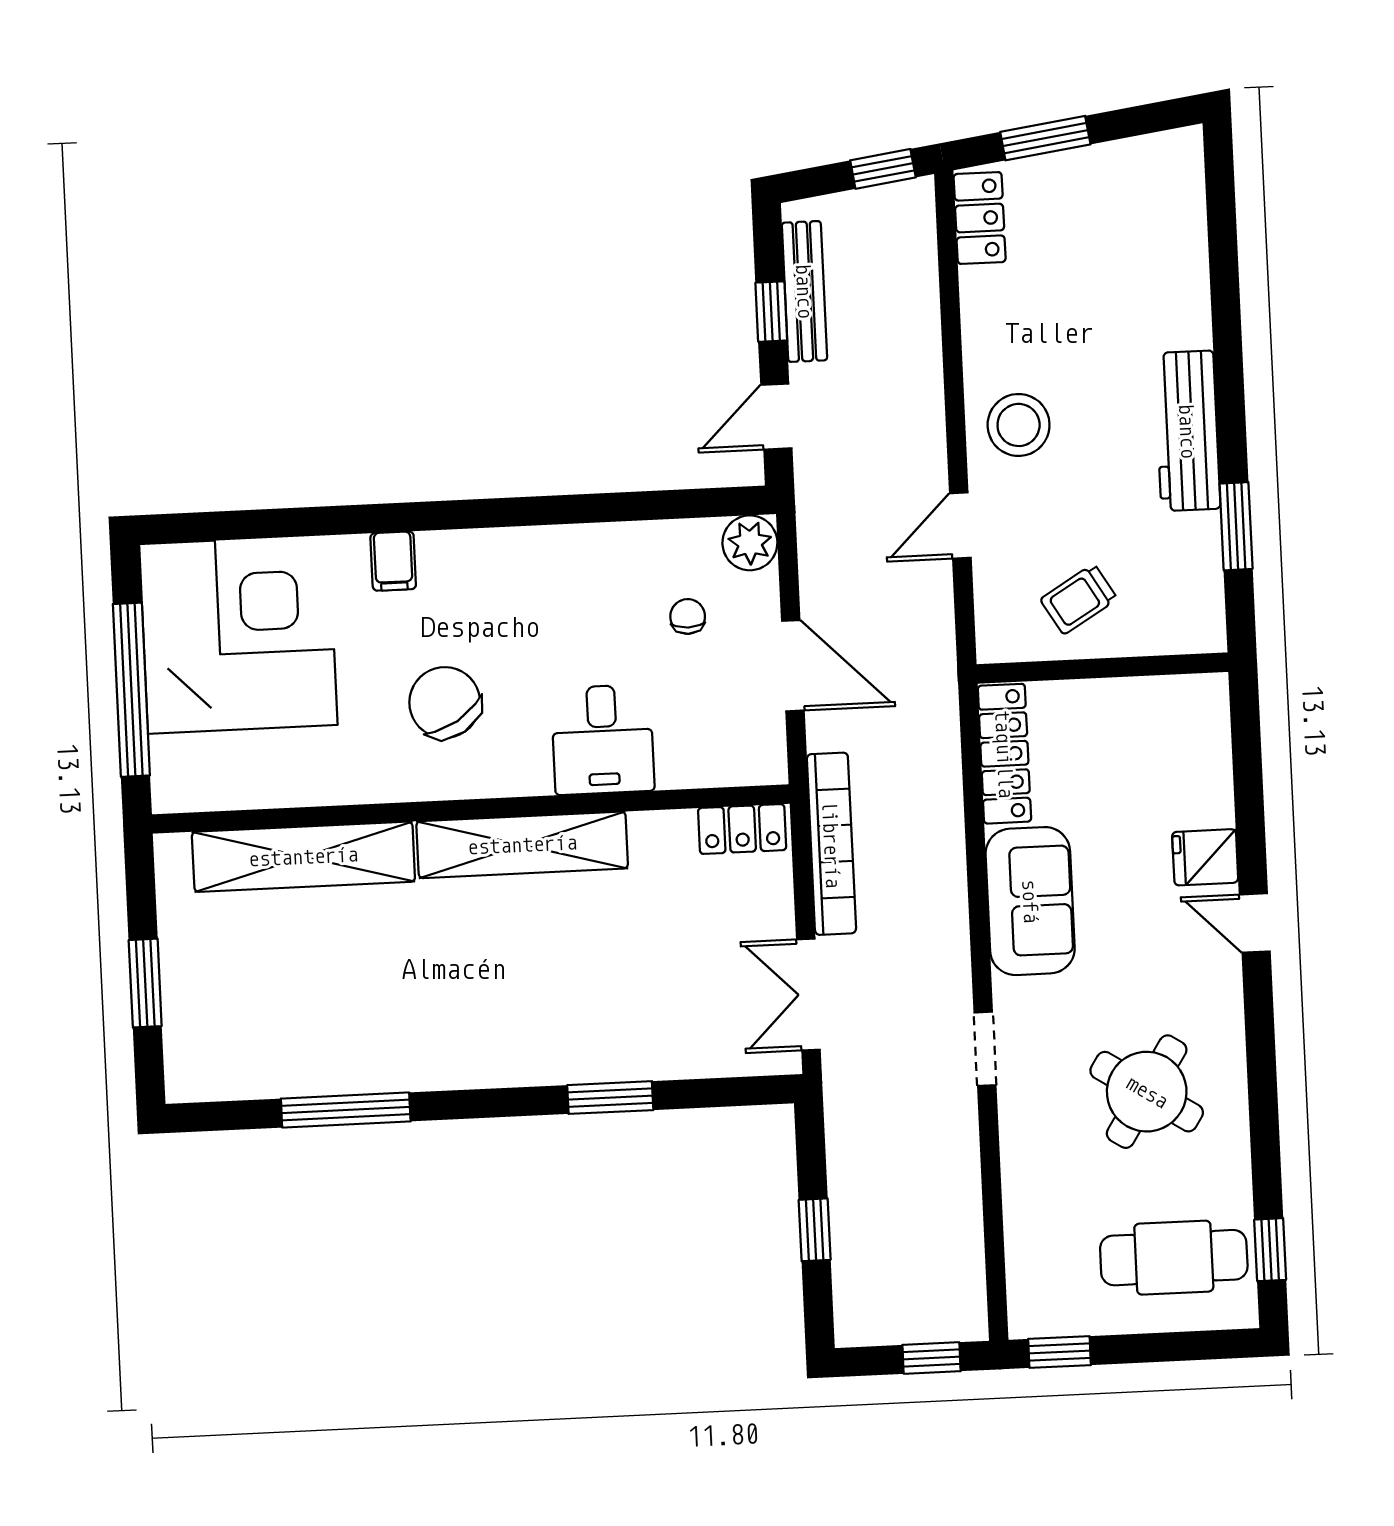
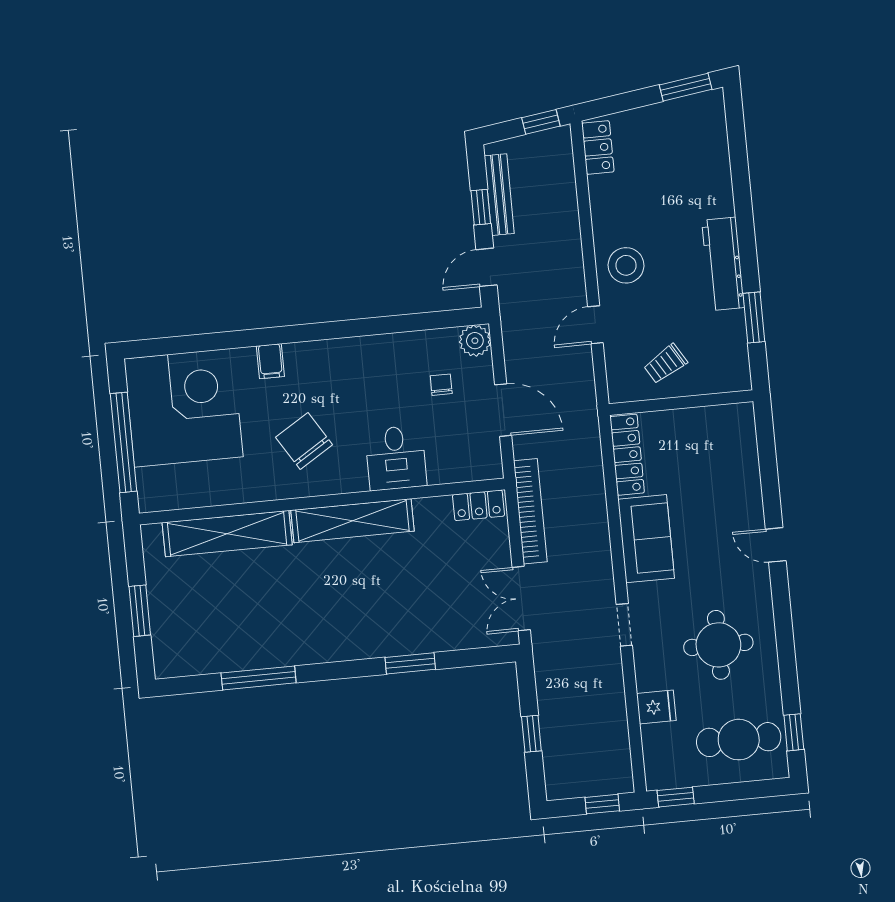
window: (1045, 138) -> (686, 87), moved
fridge: (1205, 857) -> (656, 707), moved, turned 180
round table: (1147, 1092) -> (718, 645), turned -33

